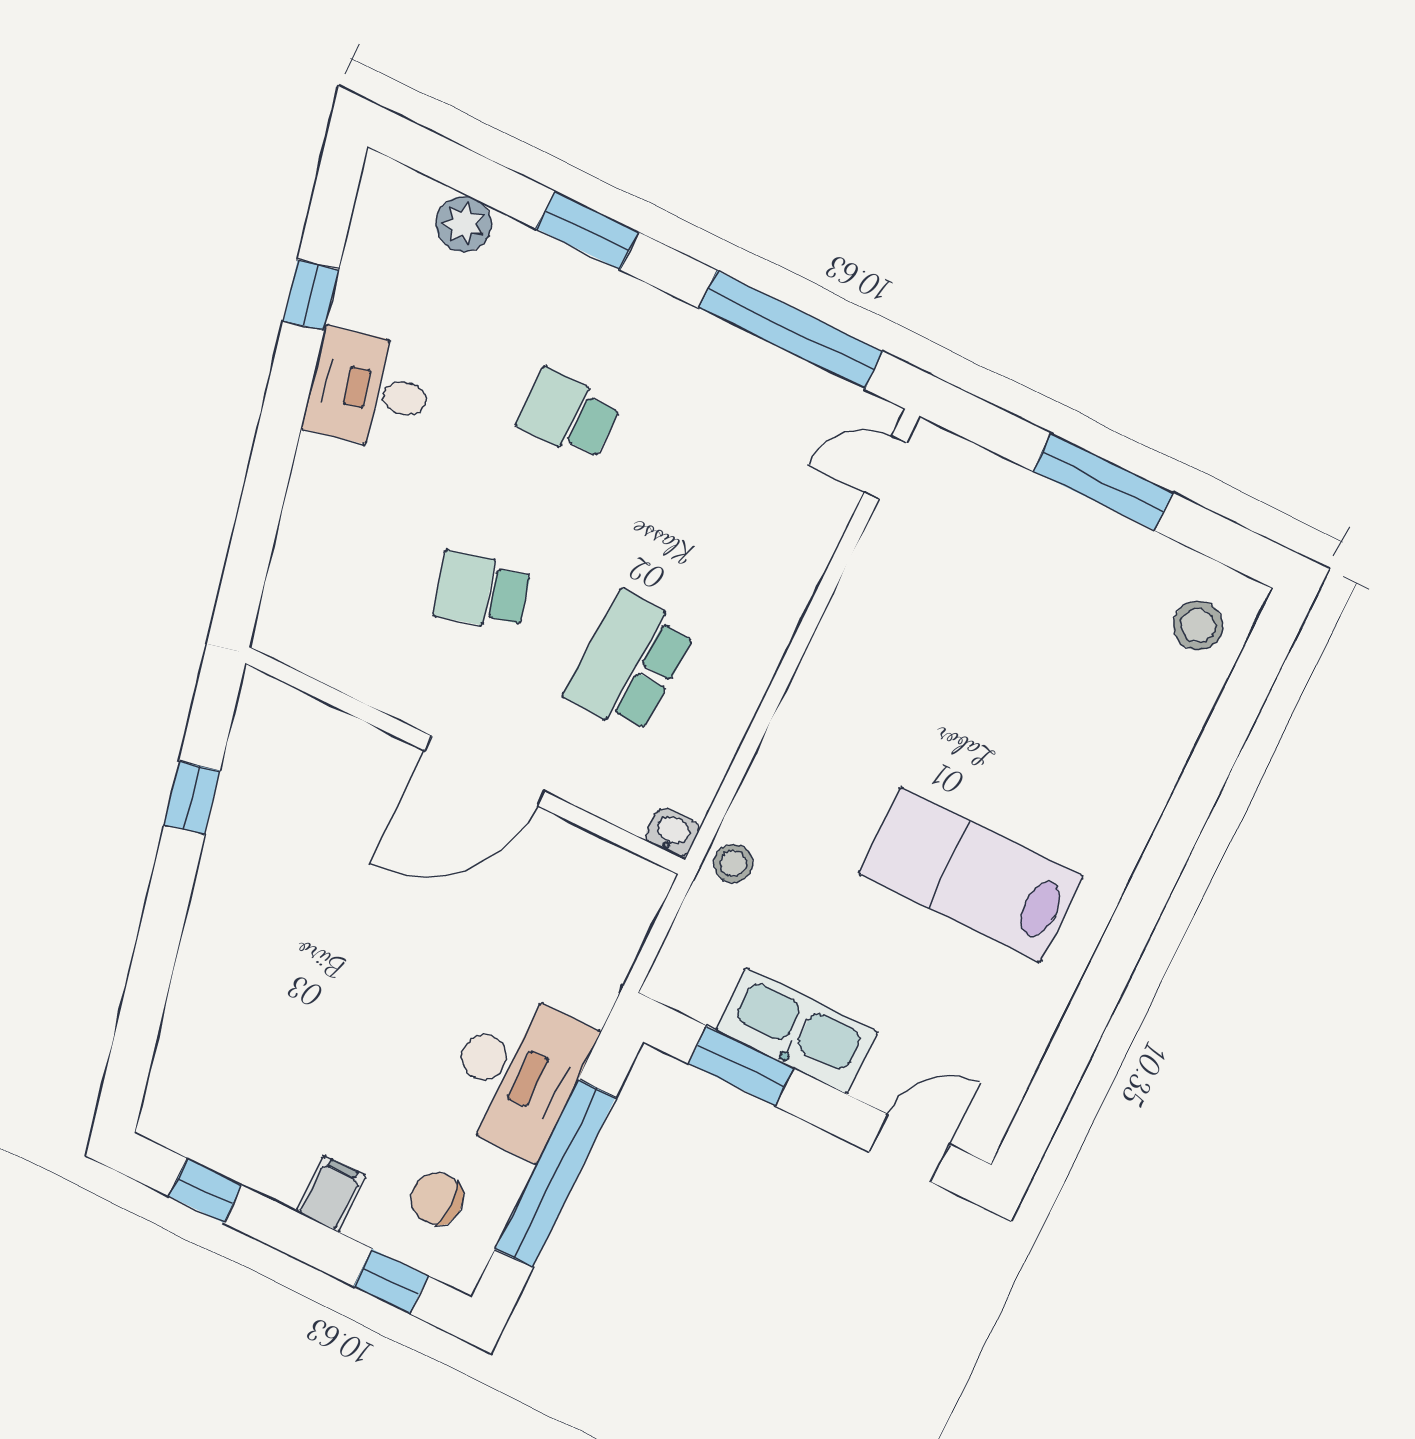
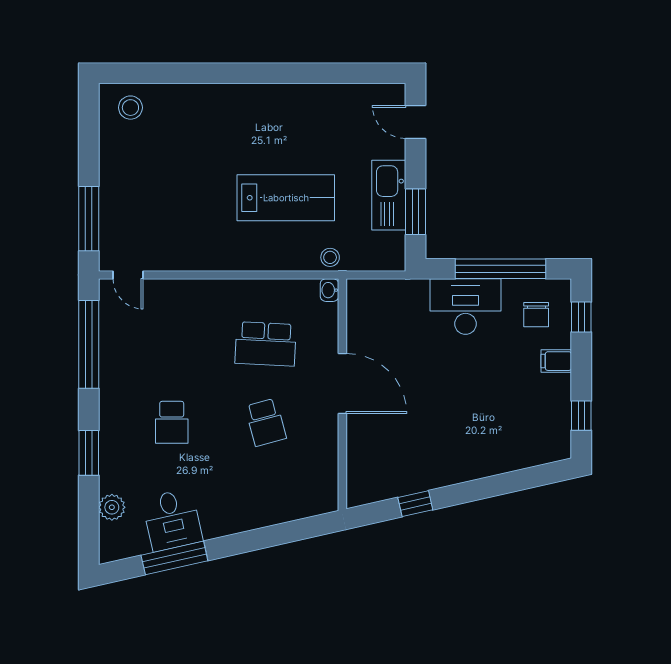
window: (311, 295) -> (174, 558), width x2.17
desk: (369, 390) -> (172, 520), moved
window: (1103, 482) -> (89, 219), moved
lab bench: (971, 875) -> (286, 198), moved, turned -90

